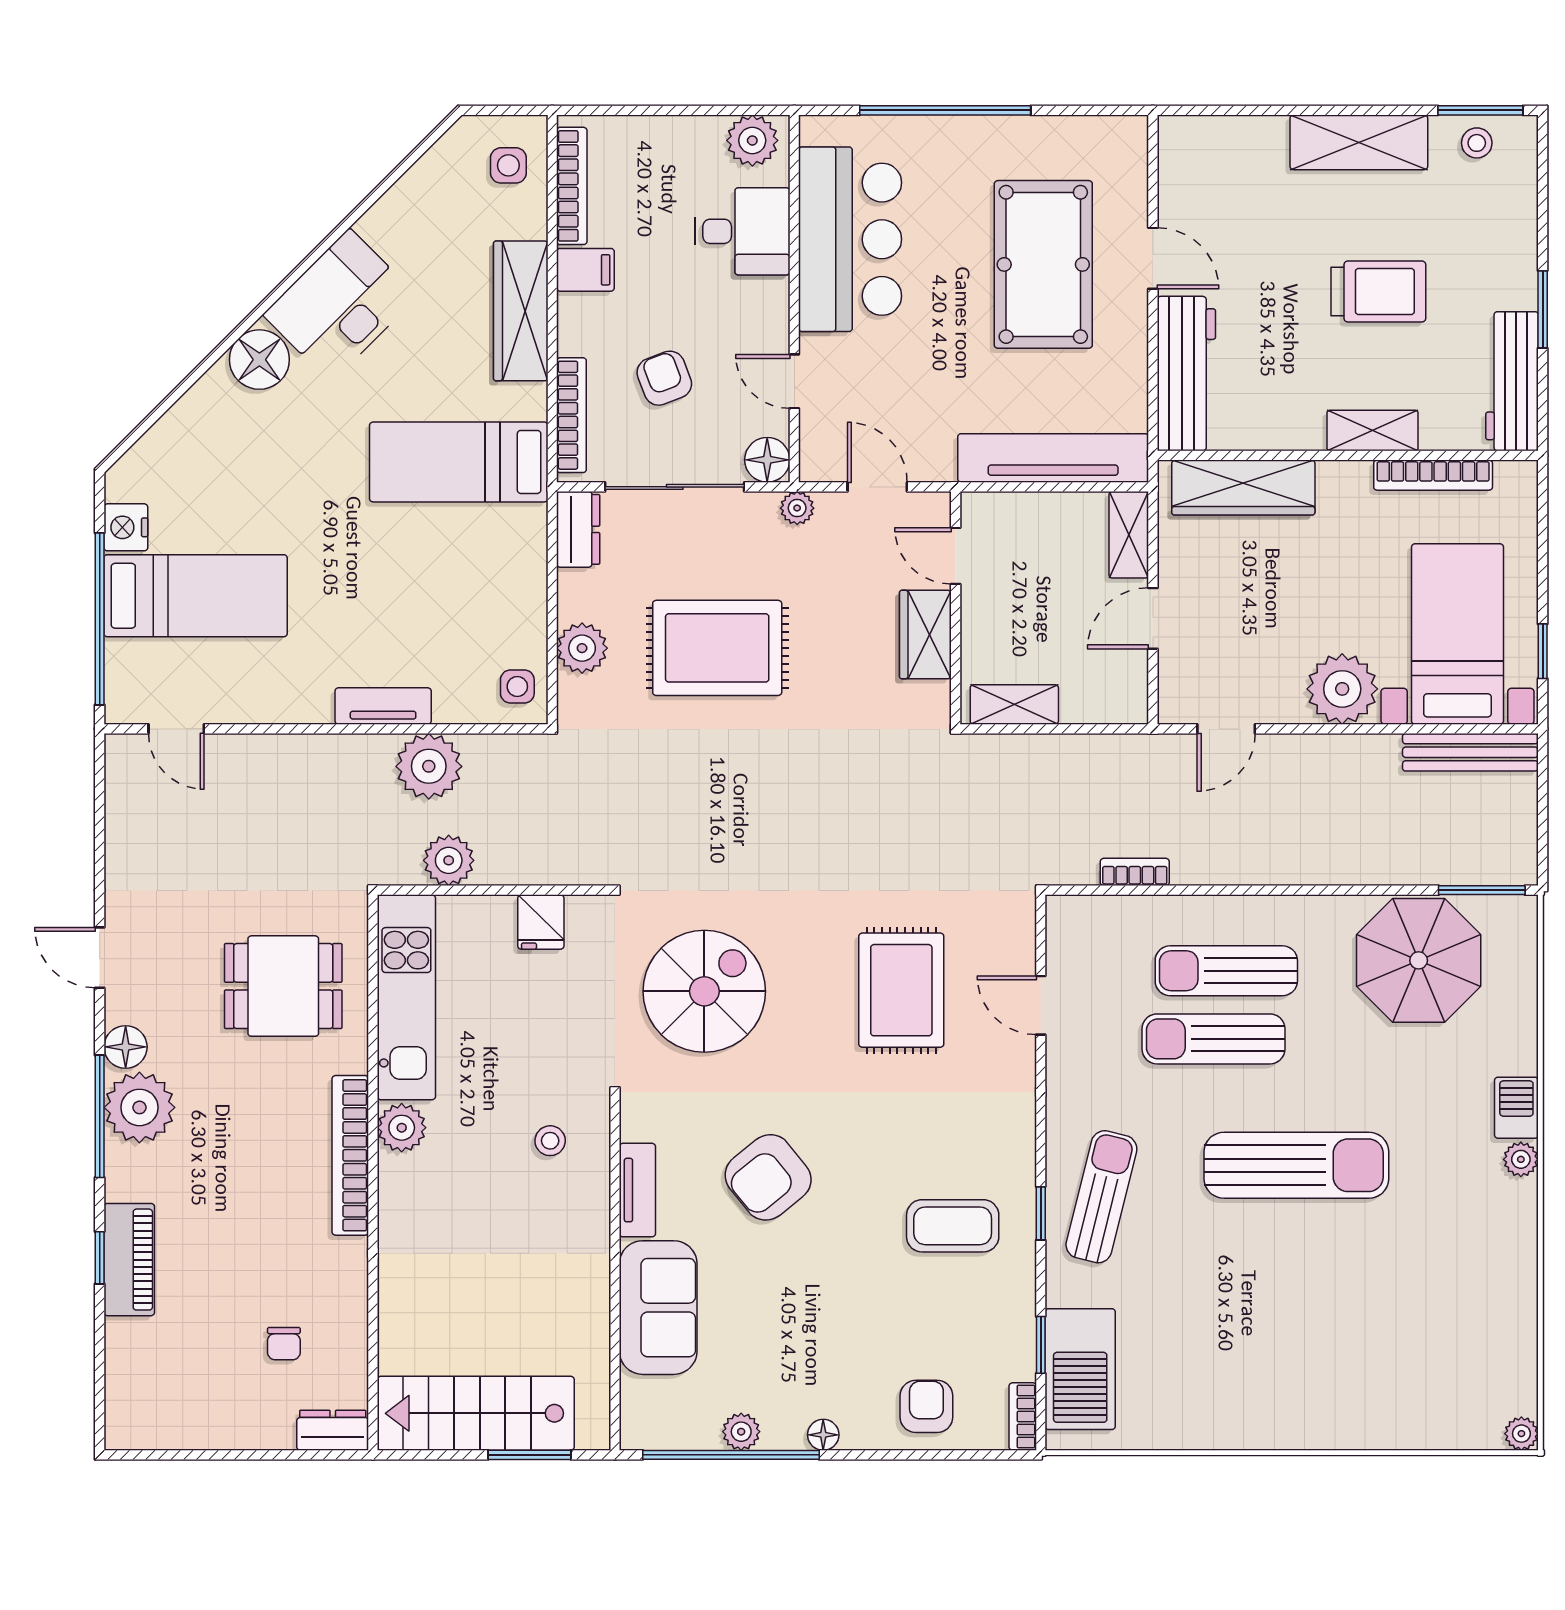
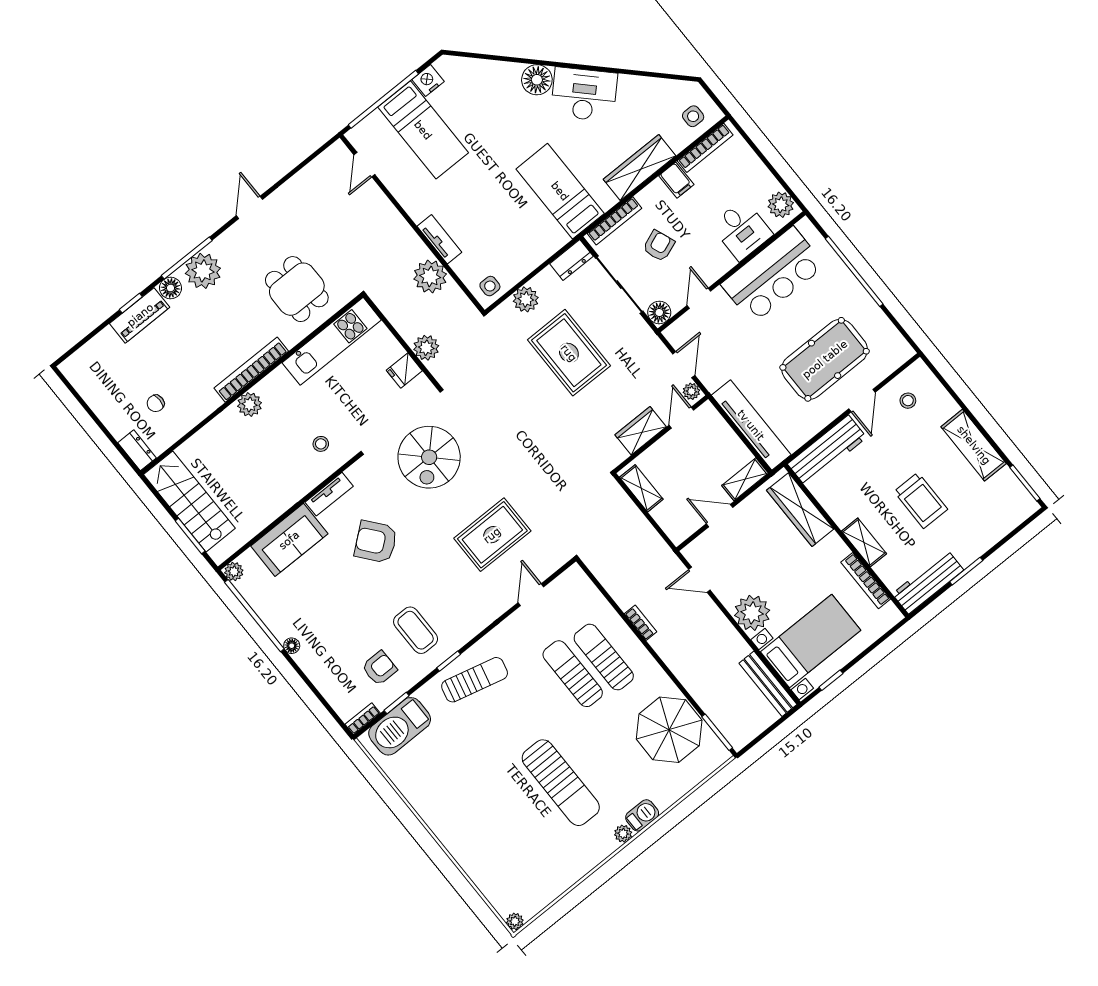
stool: (1477, 143) -> (908, 401), moved
plant: (797, 508) -> (691, 391), moved
plant: (449, 860) -> (426, 348), moved
bookcase: (1135, 872) -> (641, 623), moved
spiral stairs: (704, 991) -> (429, 457), turned 90
floor lamp: (126, 1047) -> (171, 288), moved
plant: (402, 1128) -> (250, 404), moved
sun lounger: (1296, 1165) -> (561, 783), moved
armchair: (926, 1406) -> (379, 668), moved
plant: (741, 1432) -> (234, 572), moved

